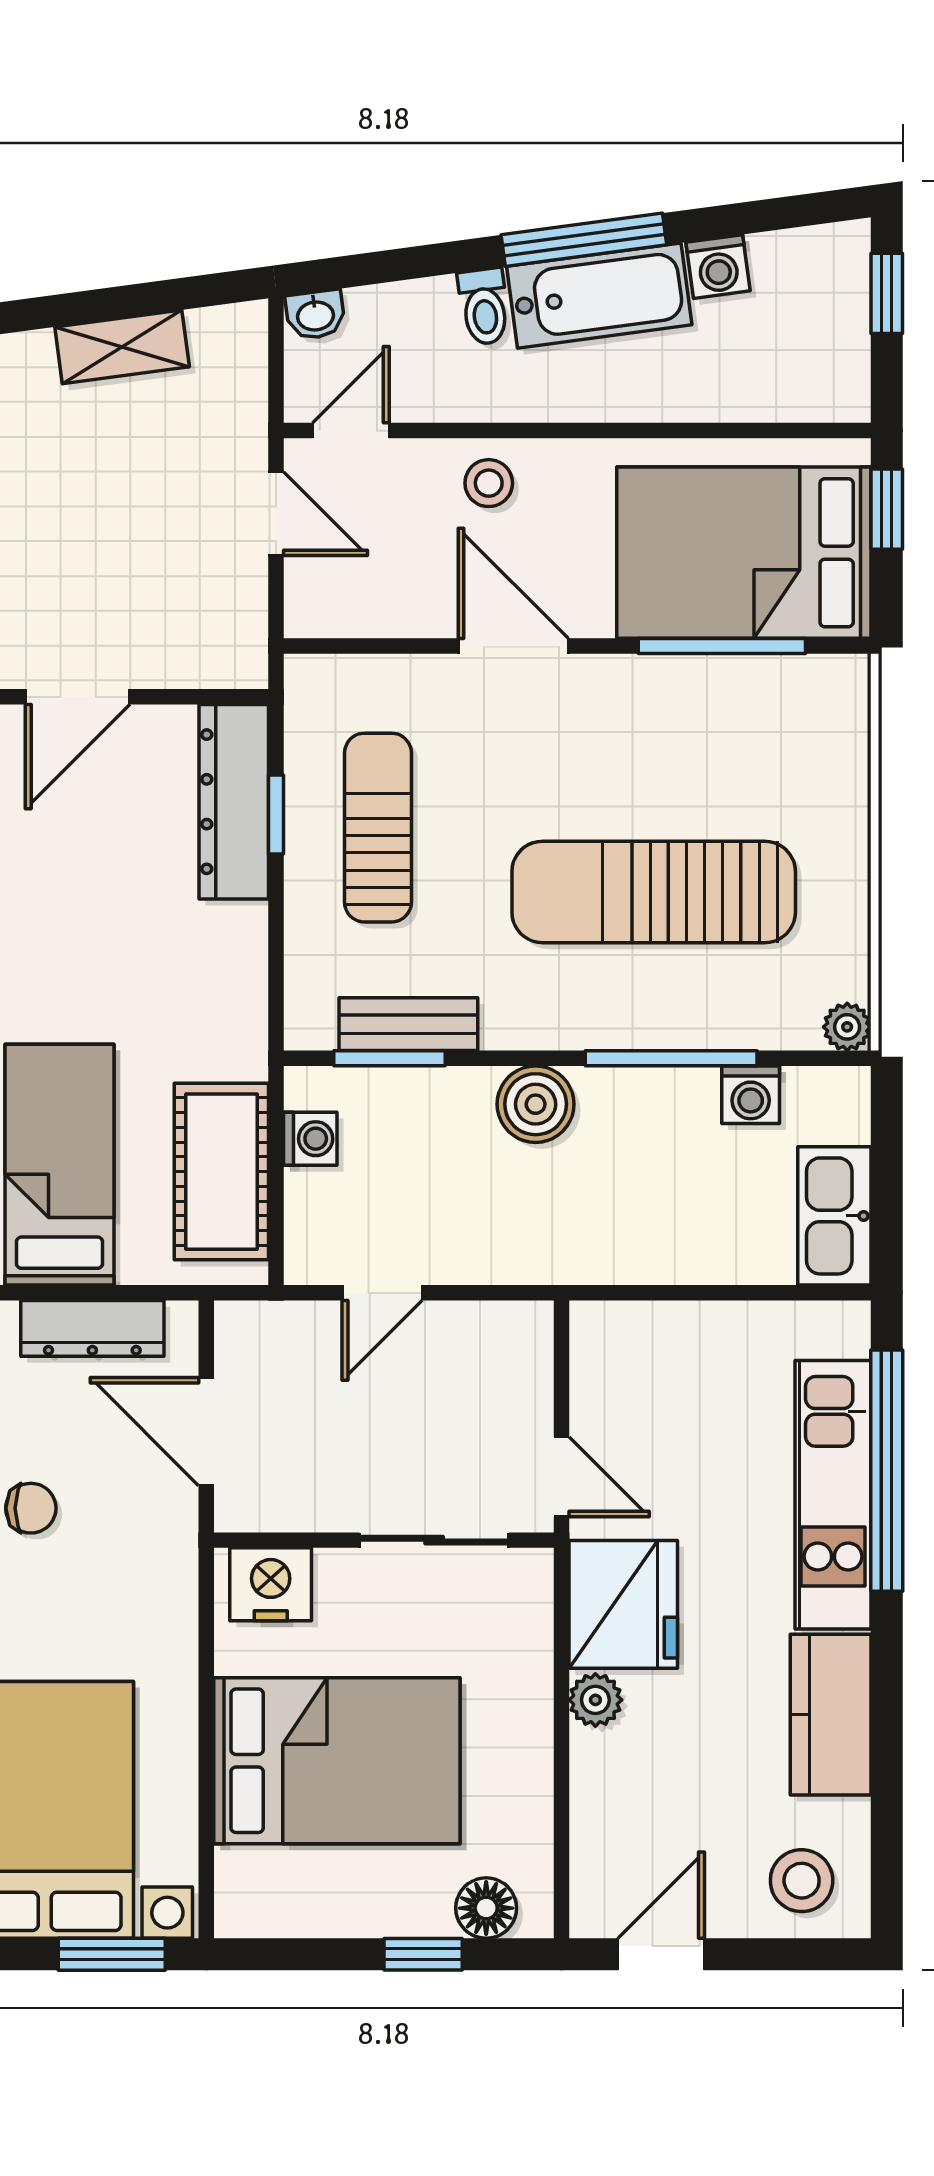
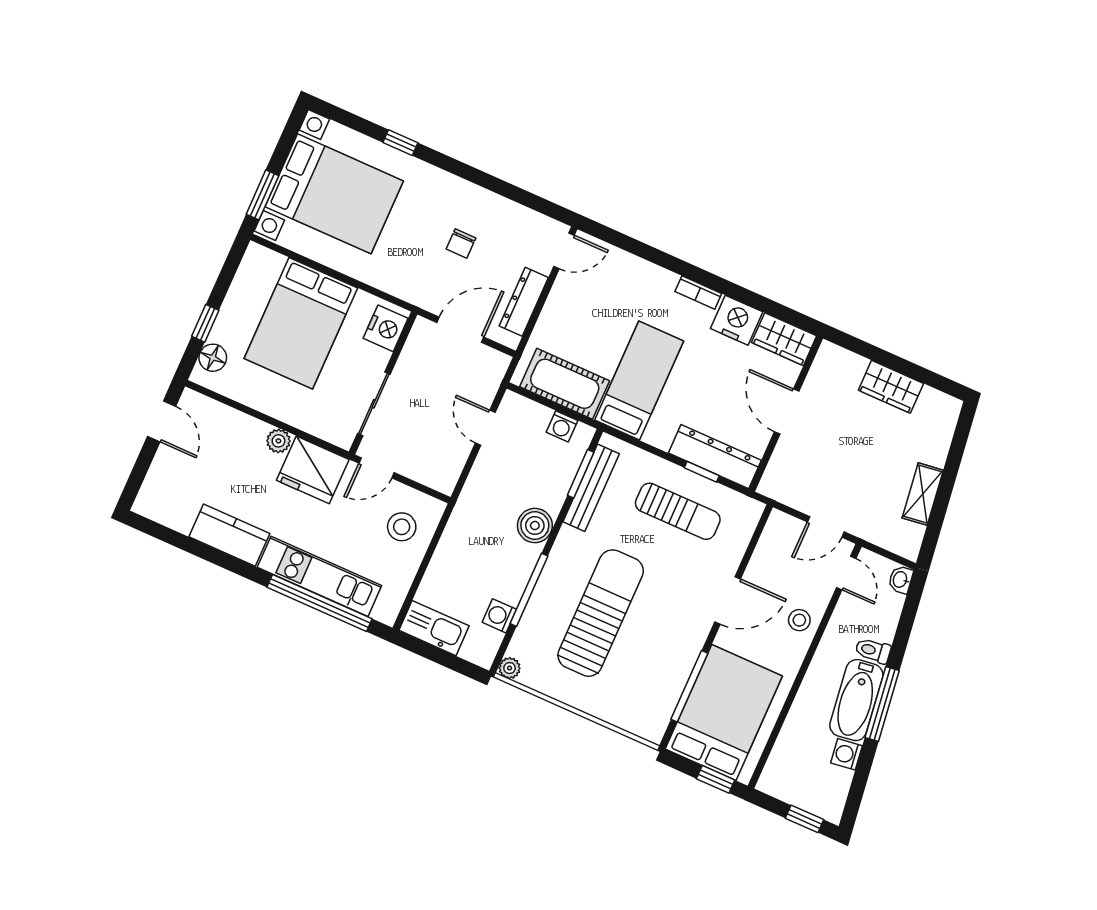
bench: (408, 1024) -> (591, 488), width x1.36
bed: (60, 1165) -> (639, 381), moved, turned -90
stool: (802, 1881) -> (402, 527), moved

